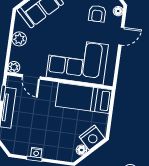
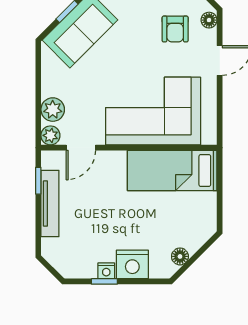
plant: (19, 39) -> (53, 110), moved
door: (31, 77) -> (81, 148), hinge flipped
nightstand: (92, 138) -> (132, 264), moved, turned 45

